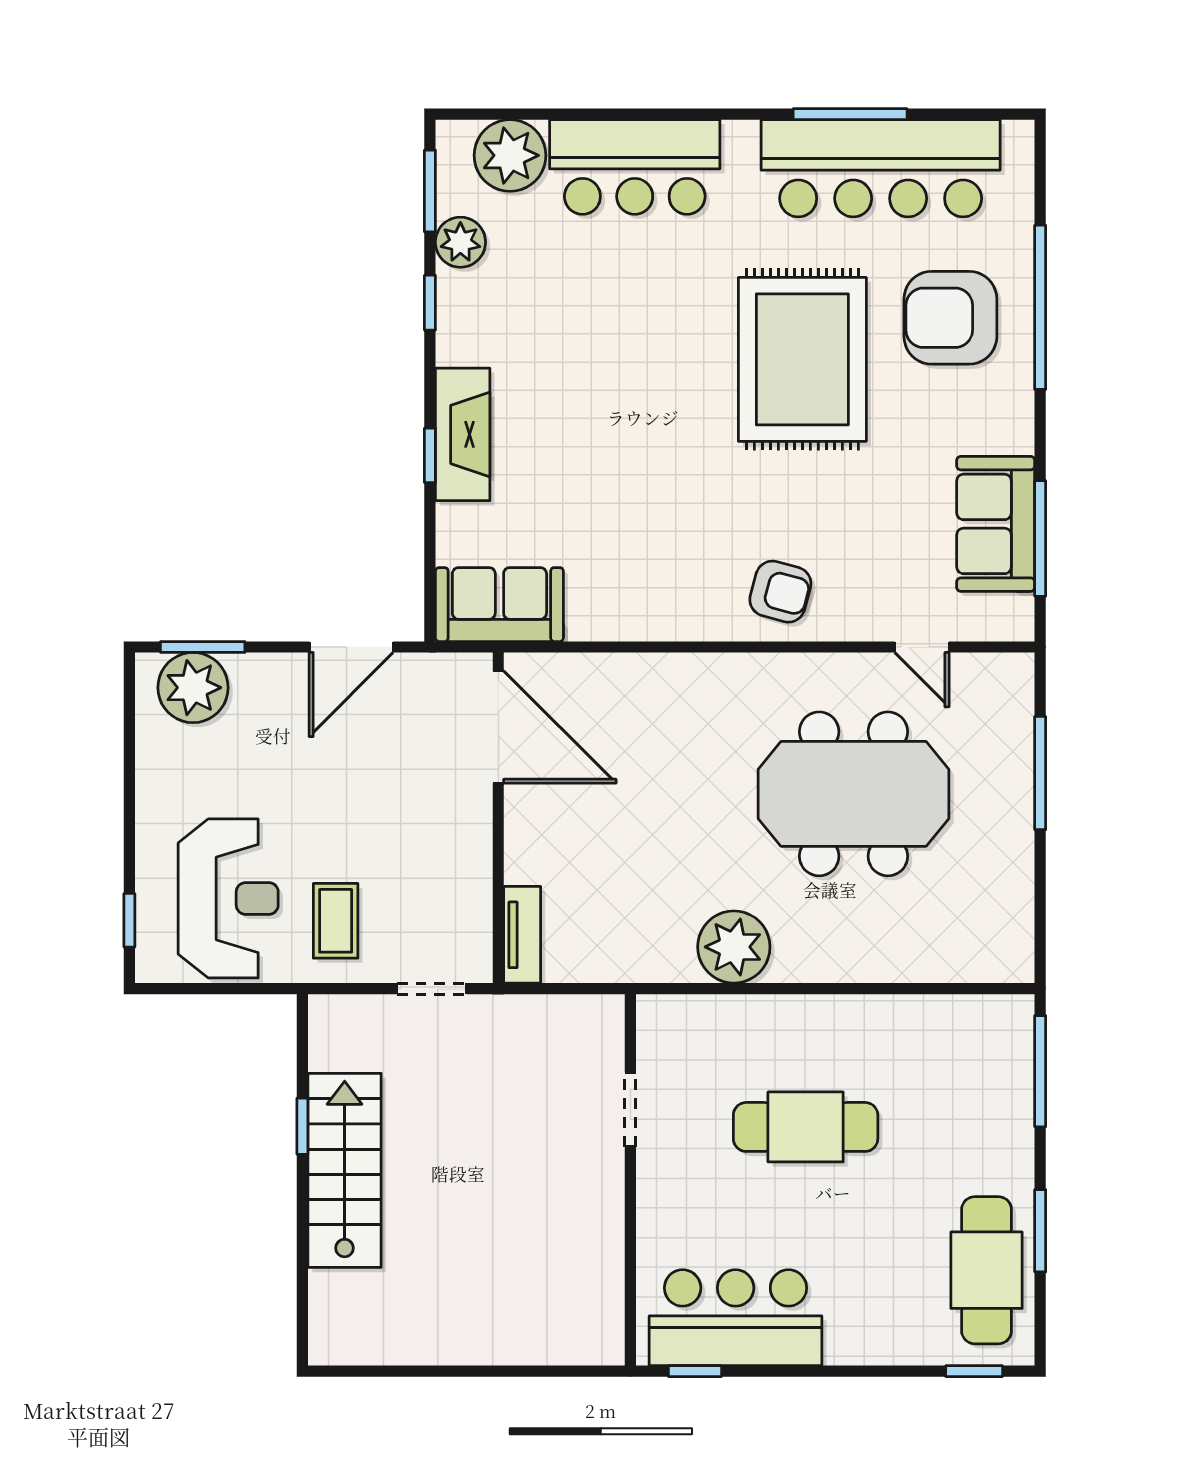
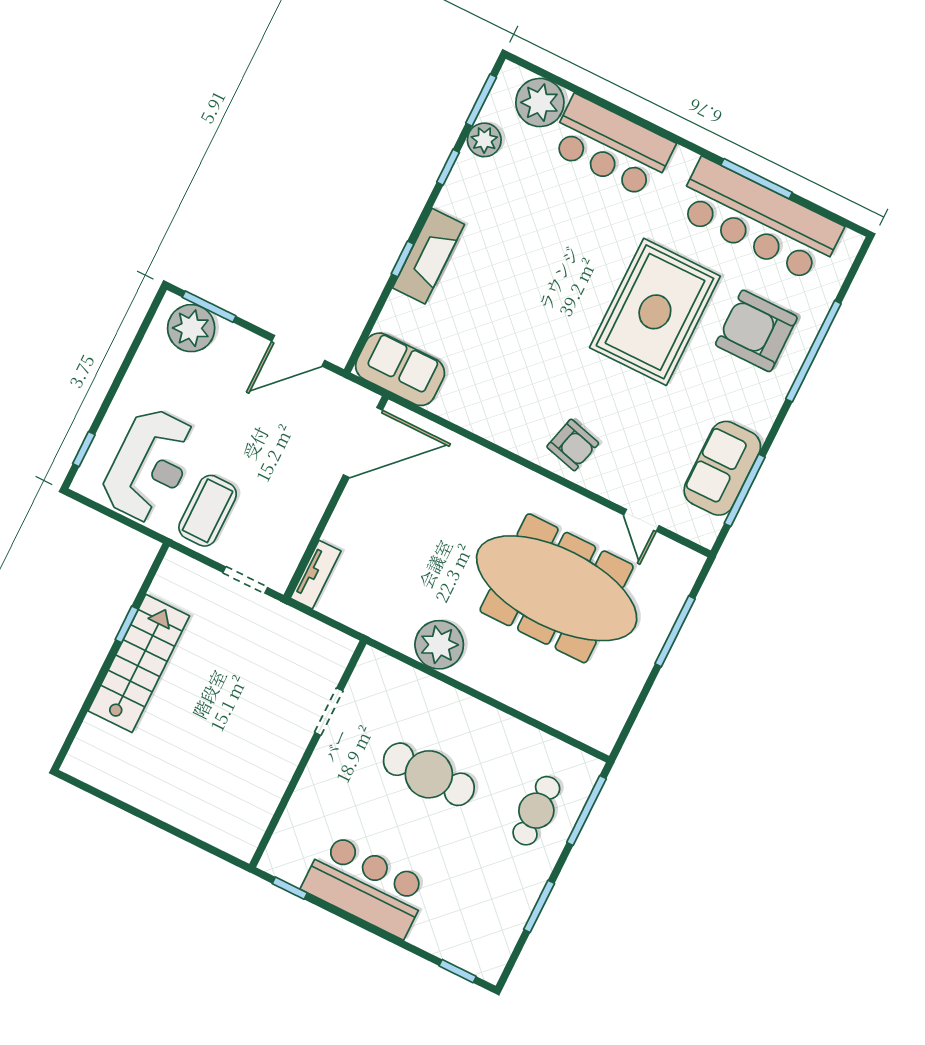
door: (498, 727) -> (363, 443), hinge flipped
meeting table: (853, 794) -> (557, 588), width x1.36
coffee table: (336, 921) -> (208, 511), width x1.36, depth x1.30
cafe table: (987, 1270) -> (536, 811), moved, width x0.73, depth x0.74
bar counter: (736, 1318) -> (366, 886), moved

